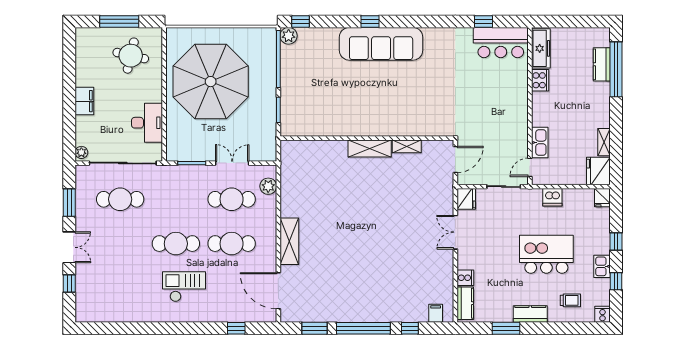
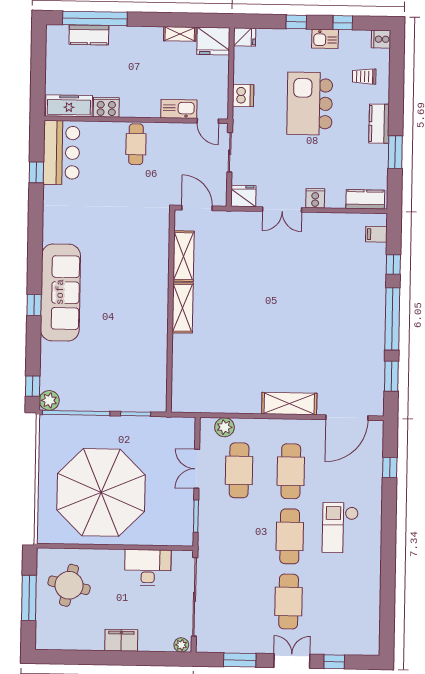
cafe table: (509, 106) -> (136, 144), added
shelving: (407, 146) -> (184, 256), width x1.50, depth x1.33
cafe table: (120, 199) -> (289, 601), moved
cooker: (465, 278) -> (315, 198), moved
trolley: (570, 300) -> (364, 76), turned -90

